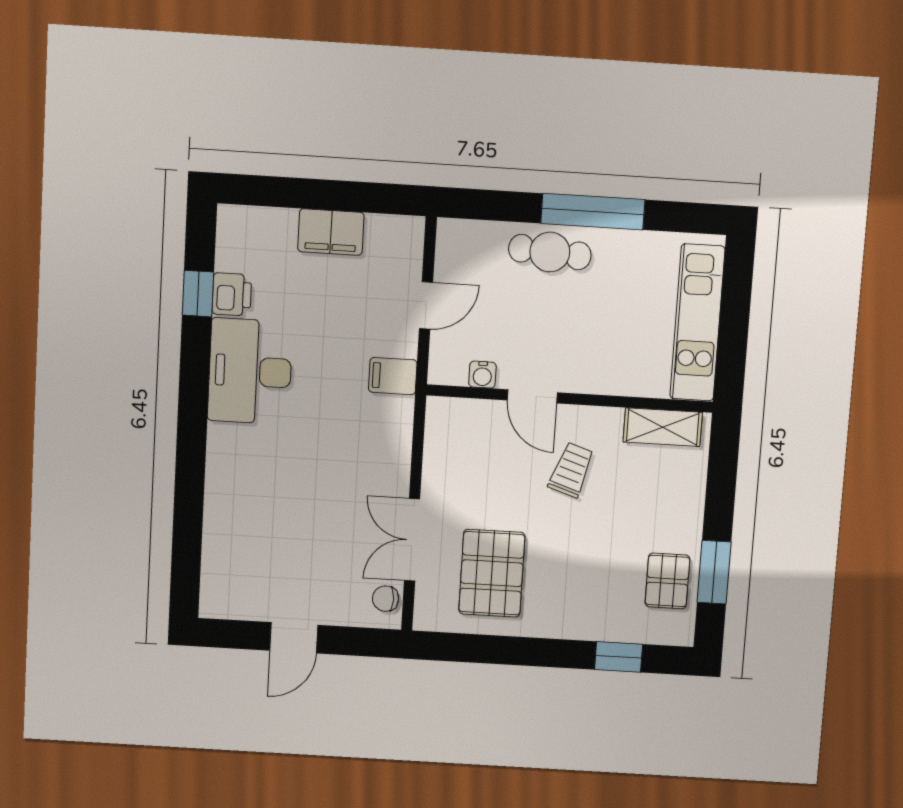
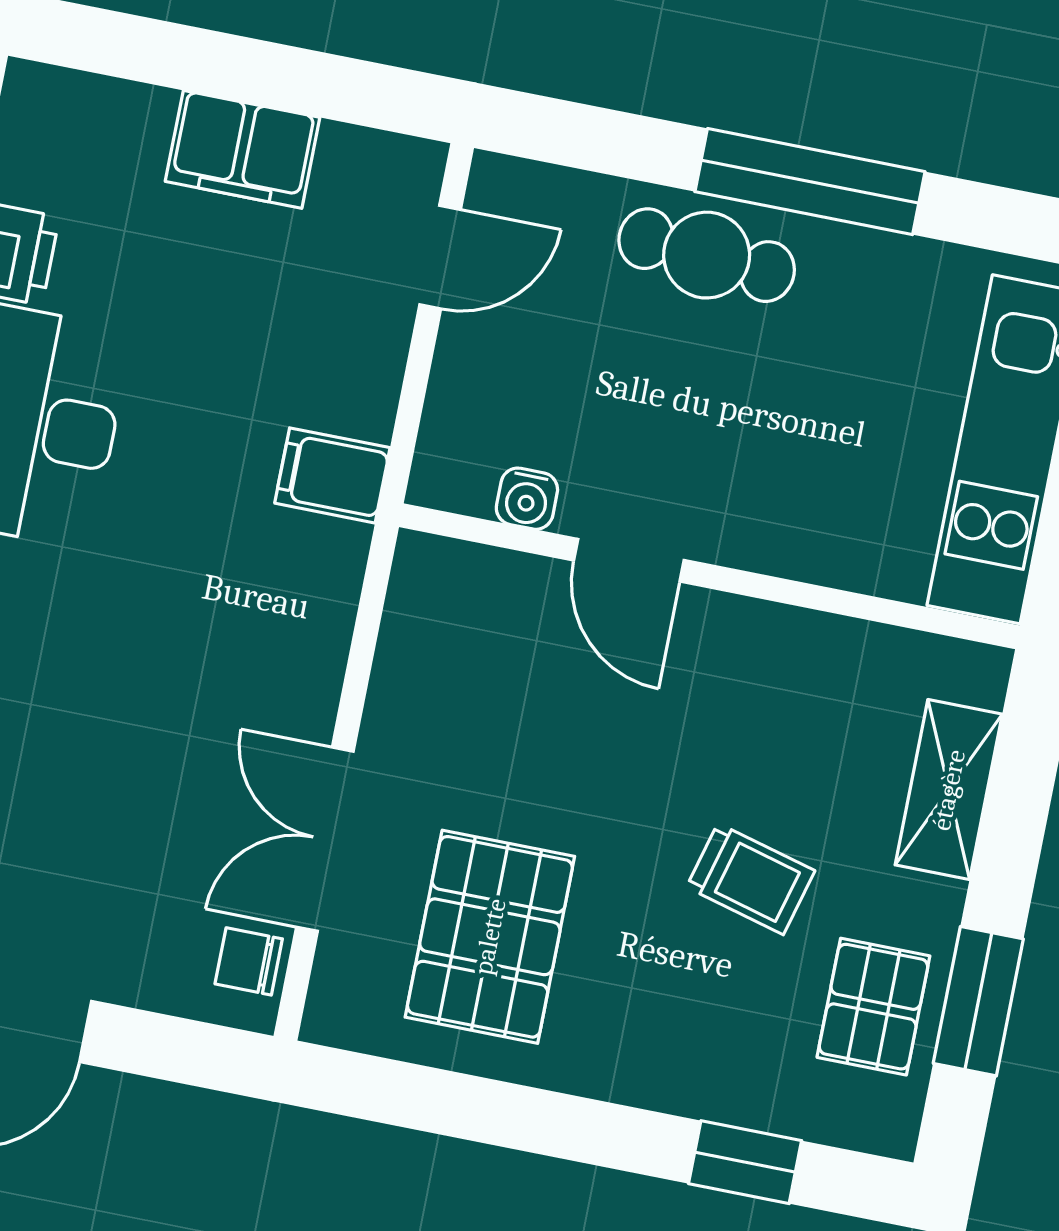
door: (426, 305) -> (440, 257), moved
shelving: (663, 427) -> (949, 790), moved, turned 90
trolley: (571, 470) -> (751, 879), moved, turned 87

